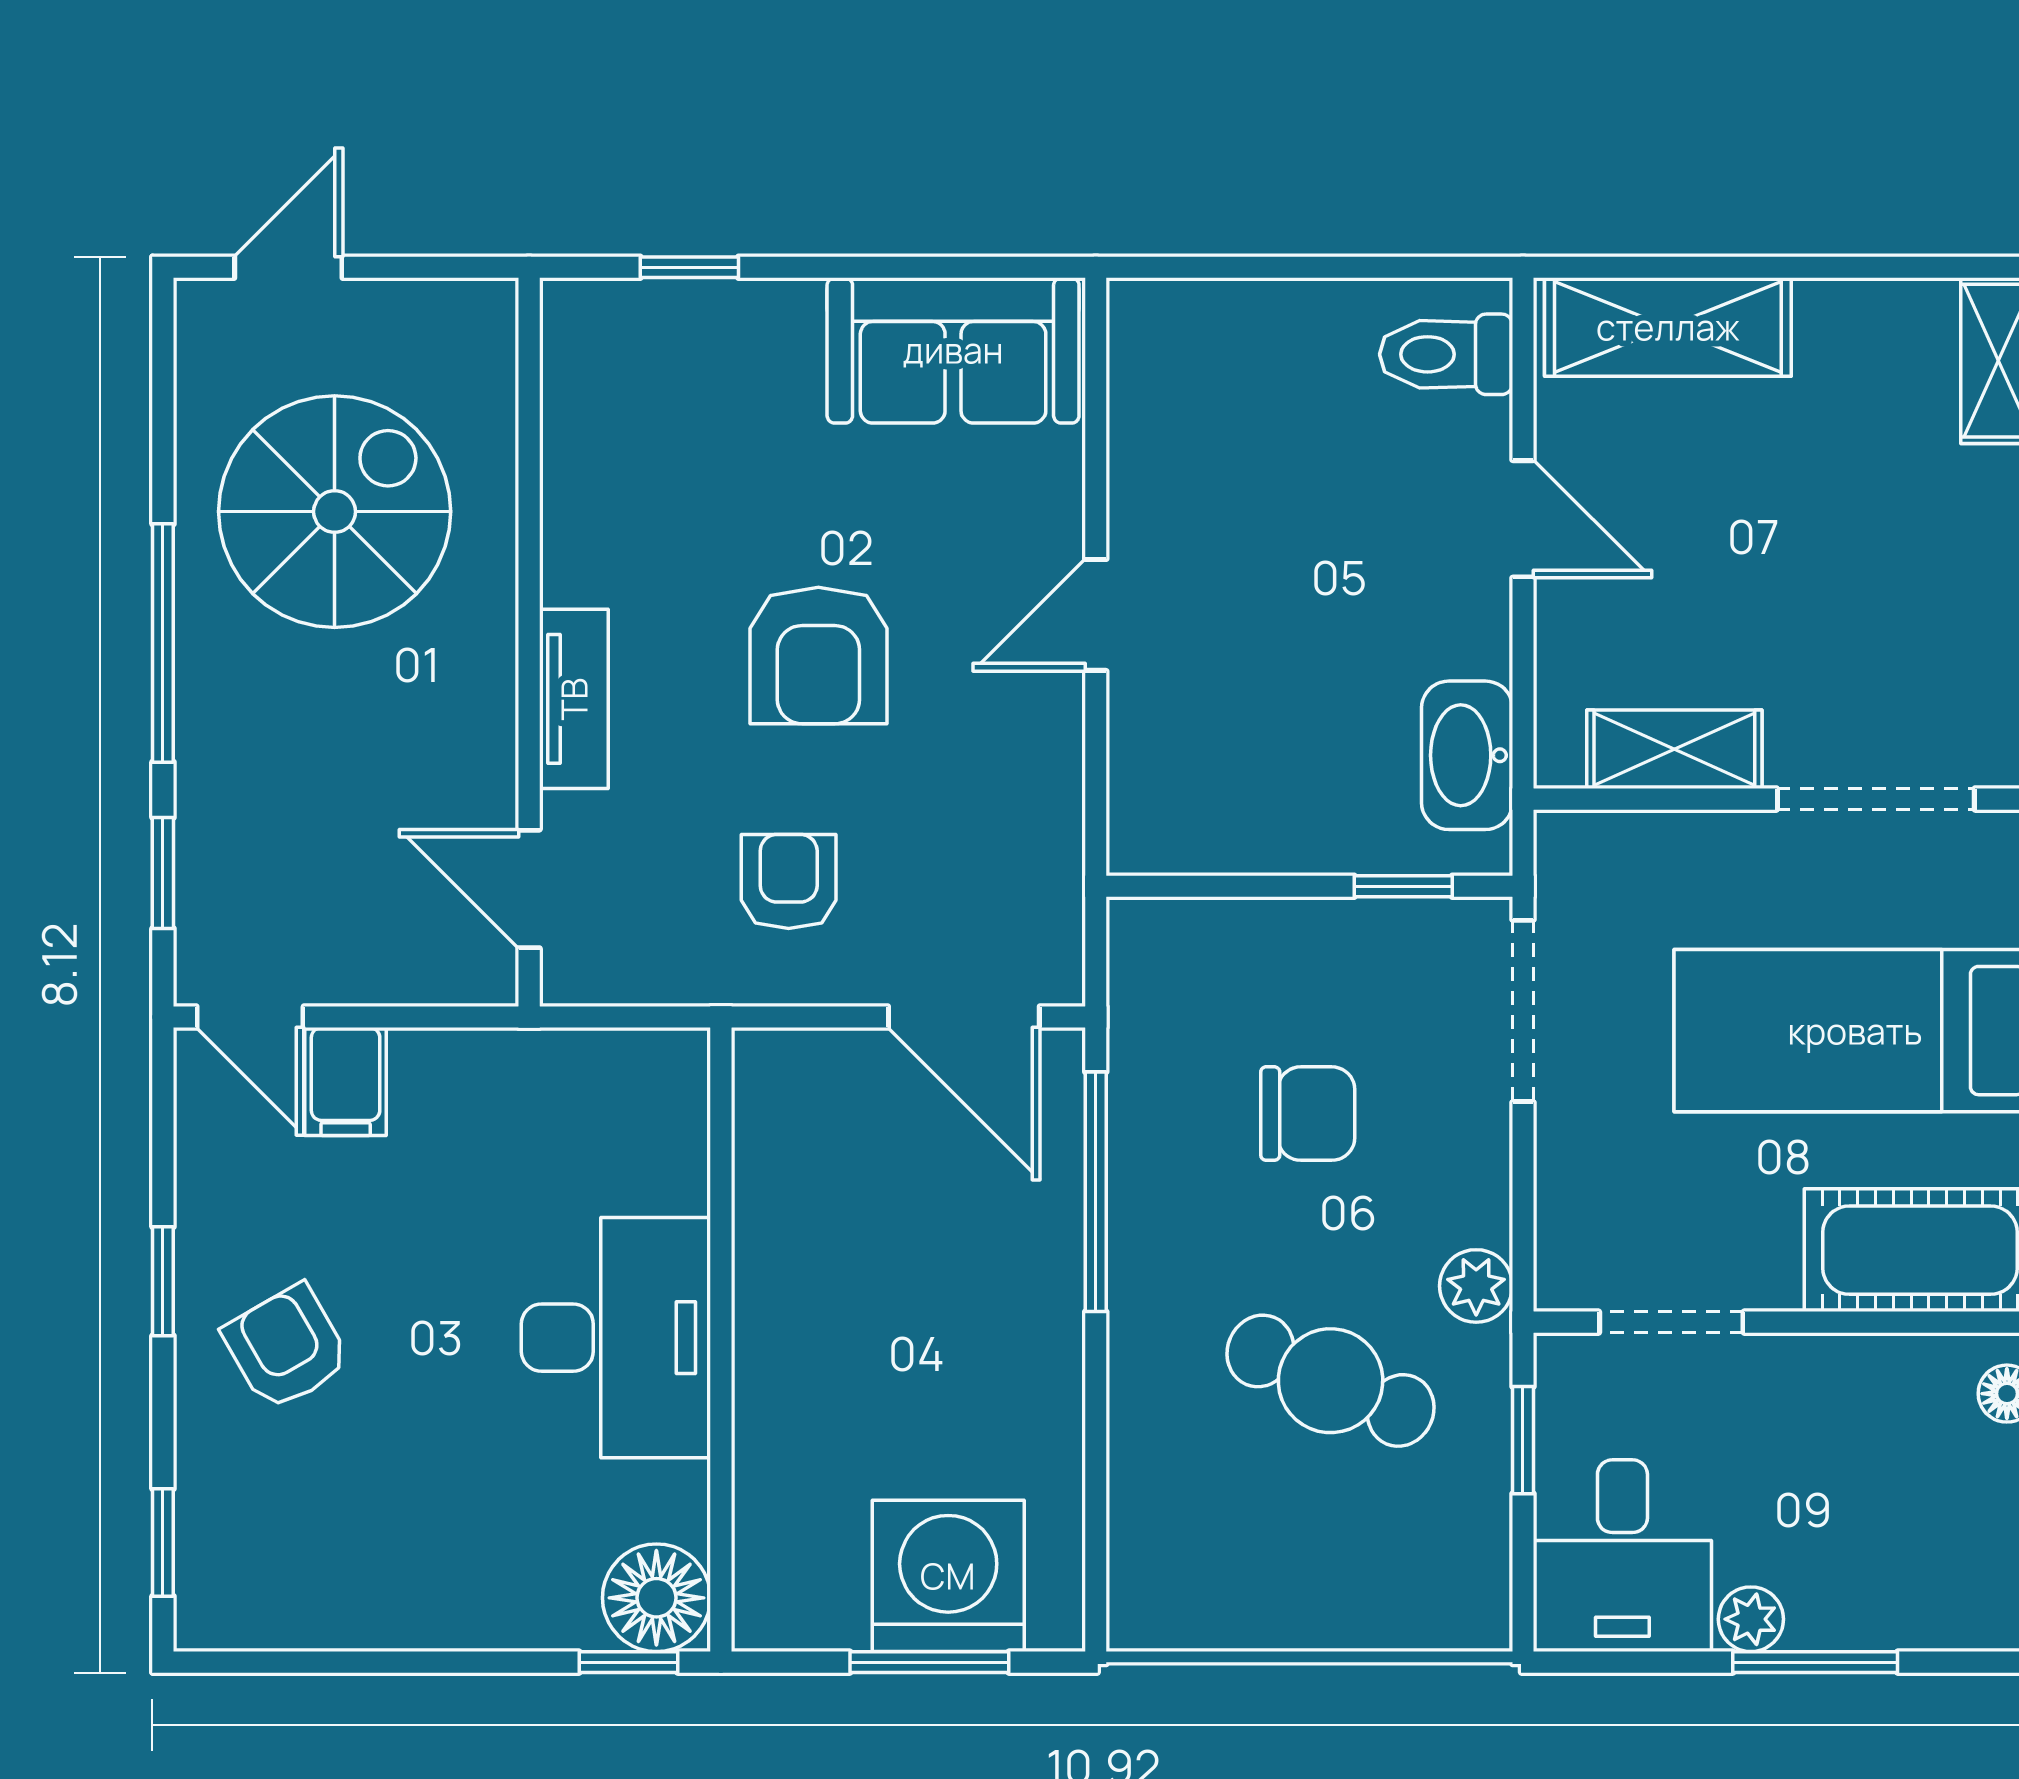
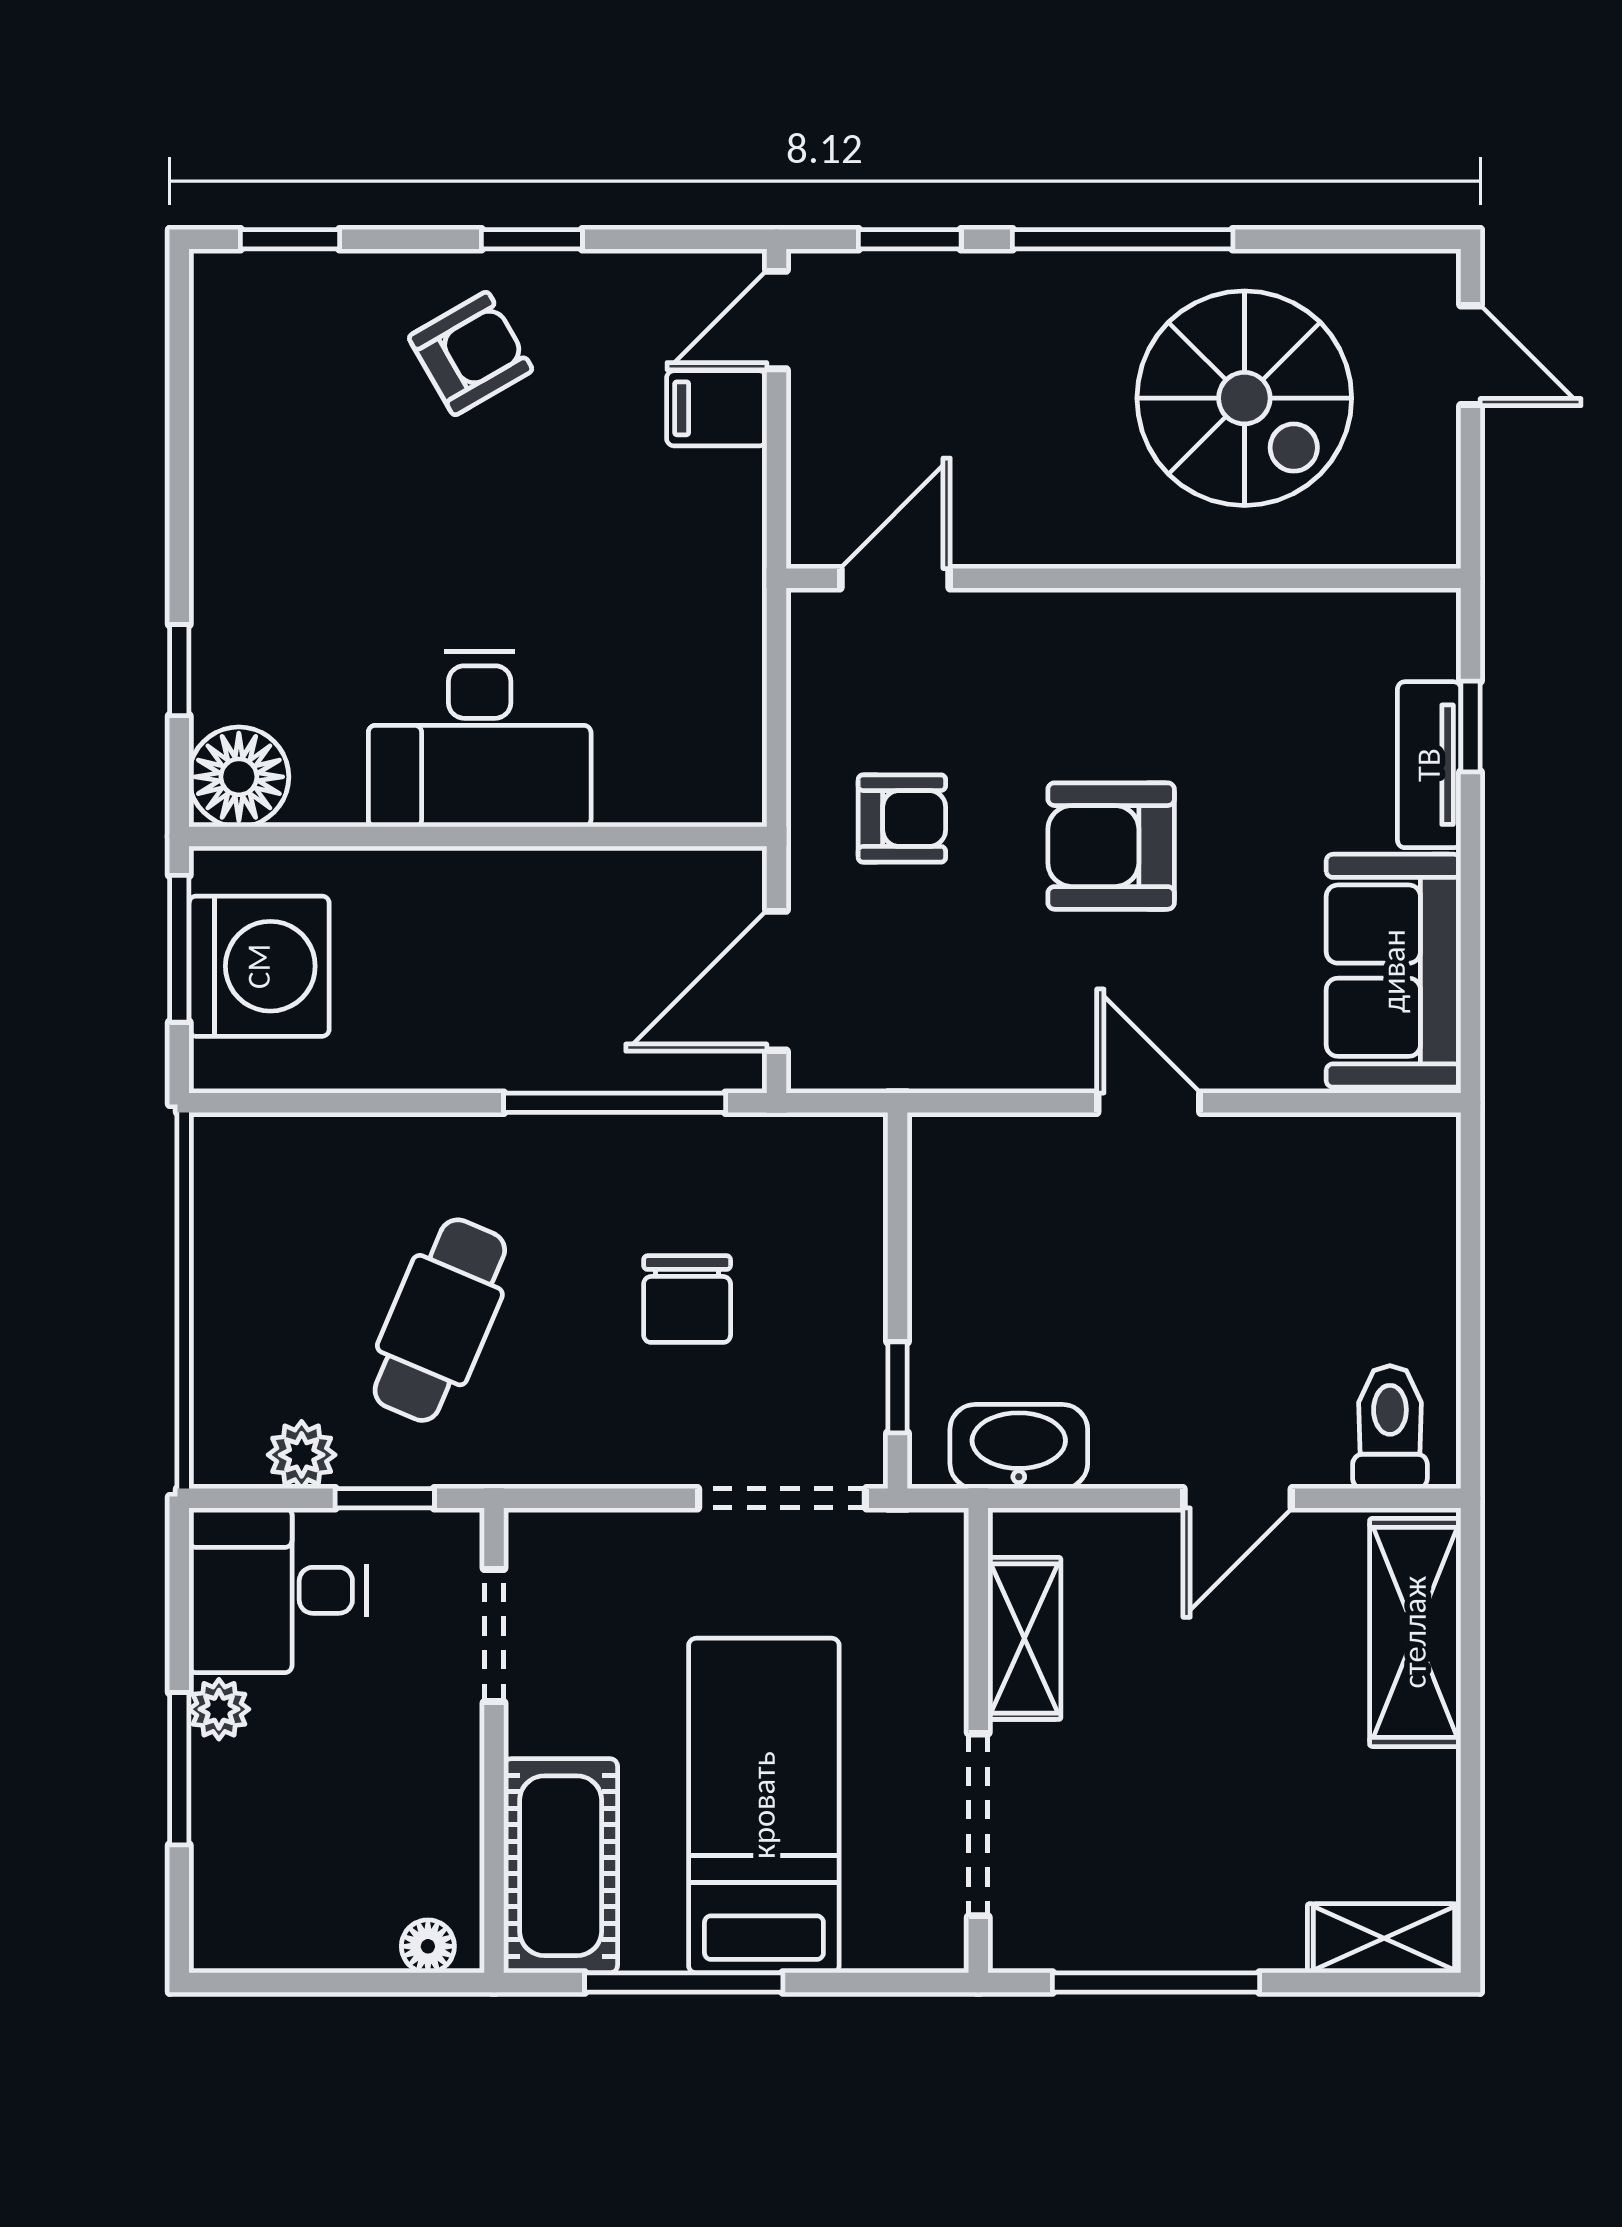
tv unit: (574, 699) -> (1429, 765), moved, turned 90
plant: (1476, 1286) -> (302, 1455), moved
desk: (616, 1338) -> (480, 739), moved
wall: (721, 1340) -> (478, 836), moved
floor lamp: (656, 1598) -> (239, 777), moved

